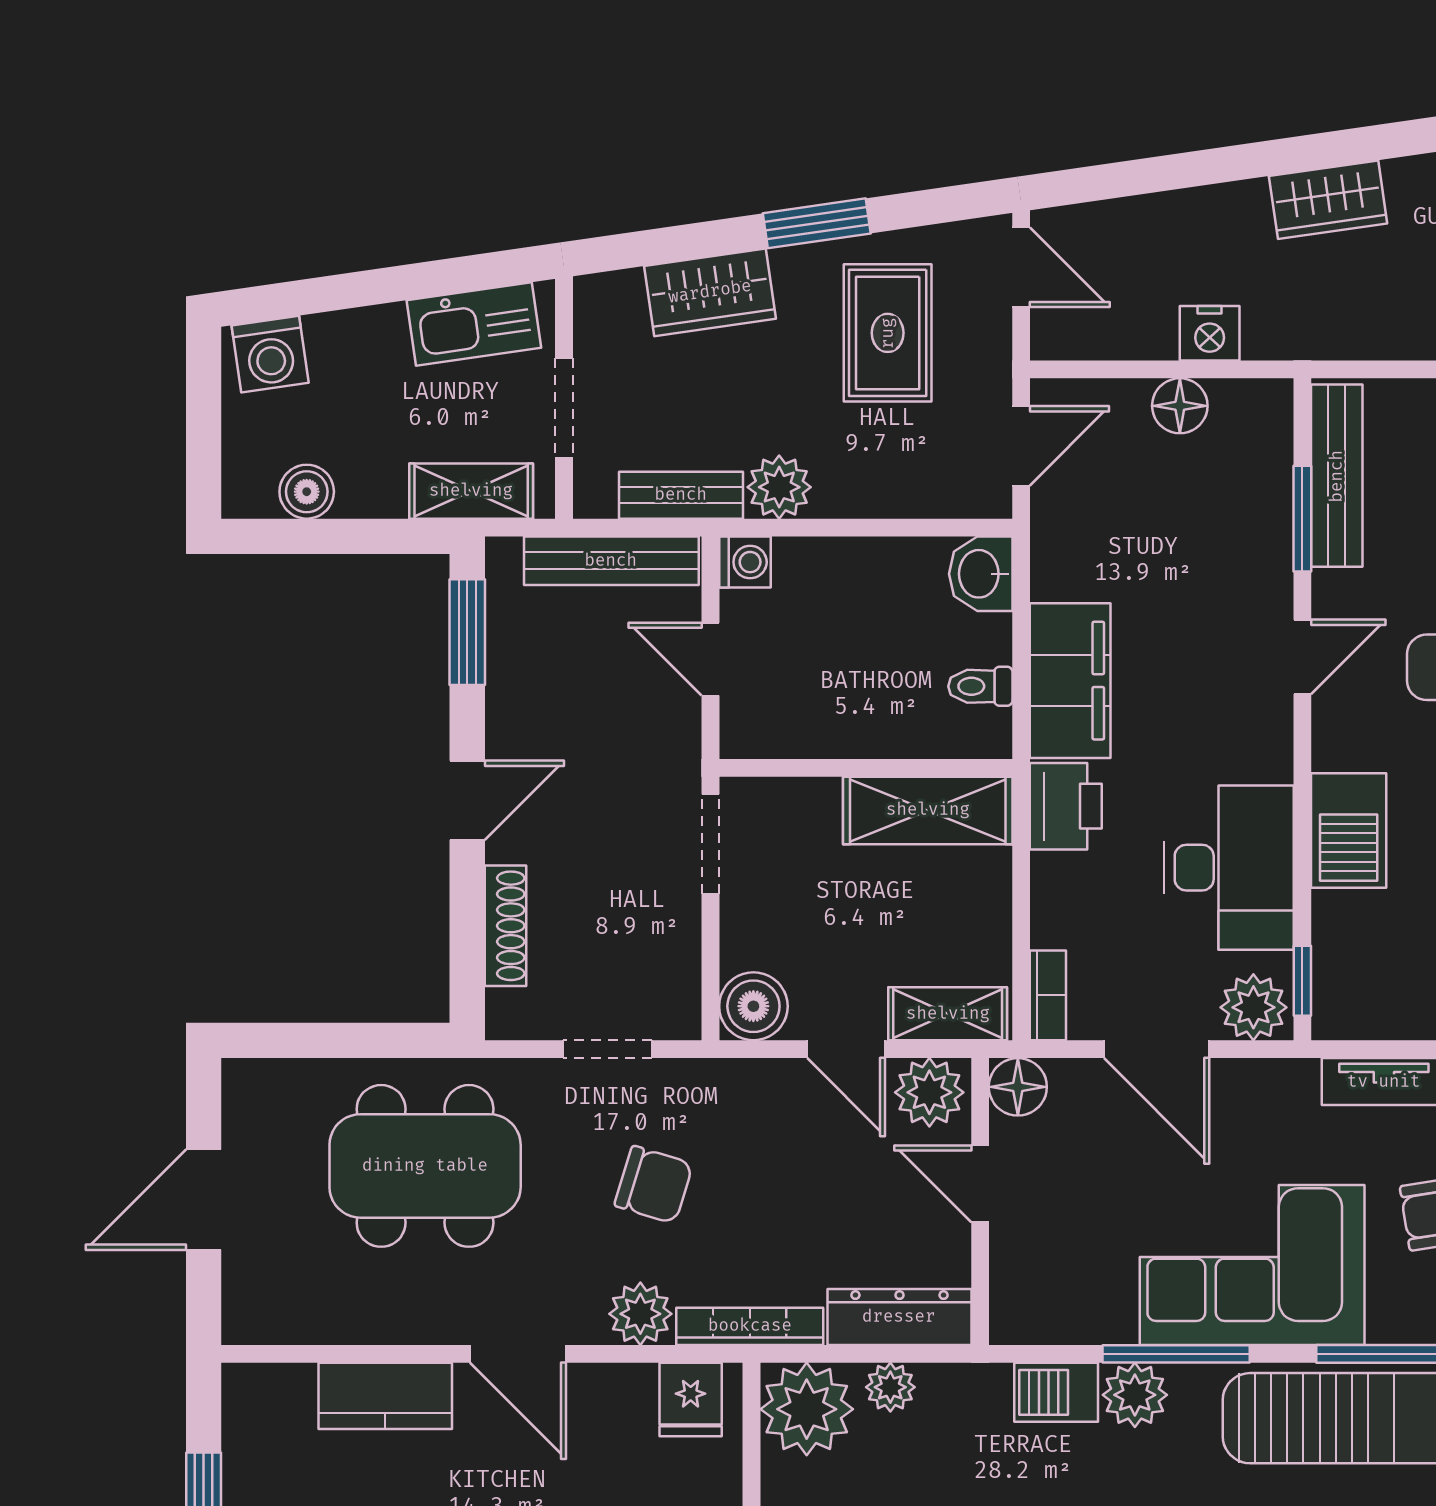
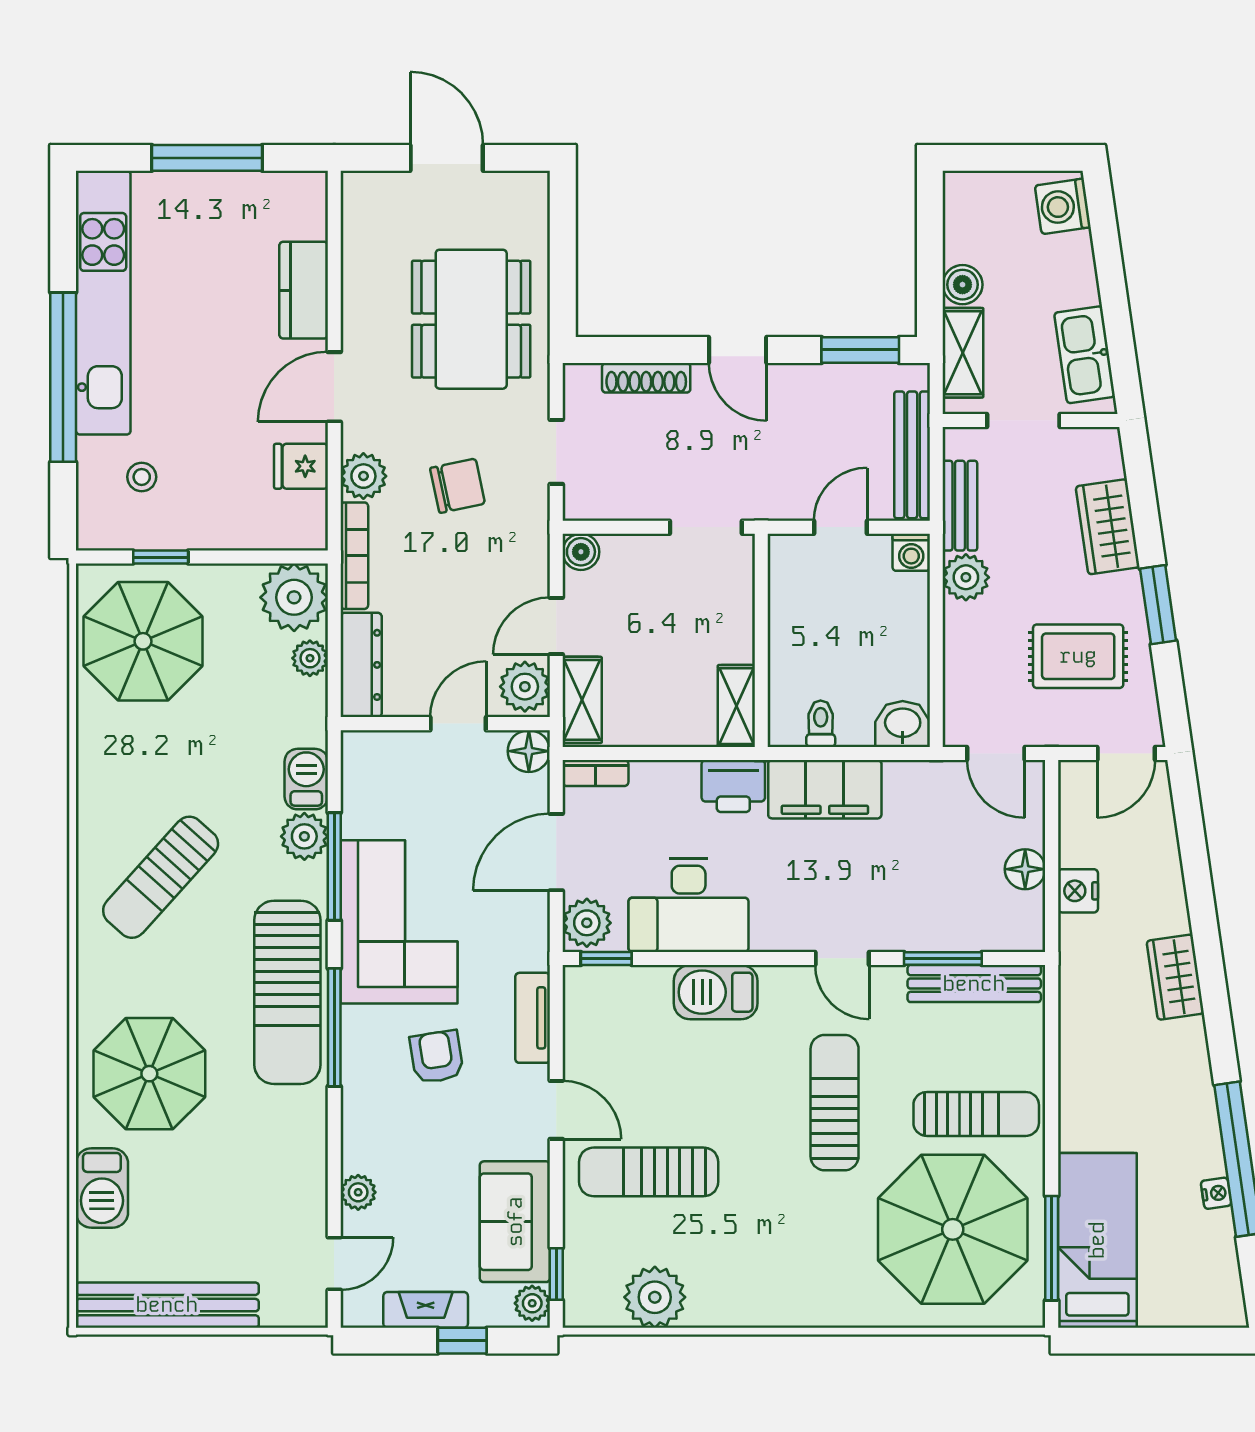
boiler: (307, 492) -> (962, 285), moved
shelving: (928, 810) -> (736, 706), width x0.67, depth x0.75
boiler: (753, 1006) -> (581, 552), width x0.73, depth x0.73
chair: (654, 1185) -> (458, 486), turned -119
fridge: (691, 1400) -> (301, 466), moved

